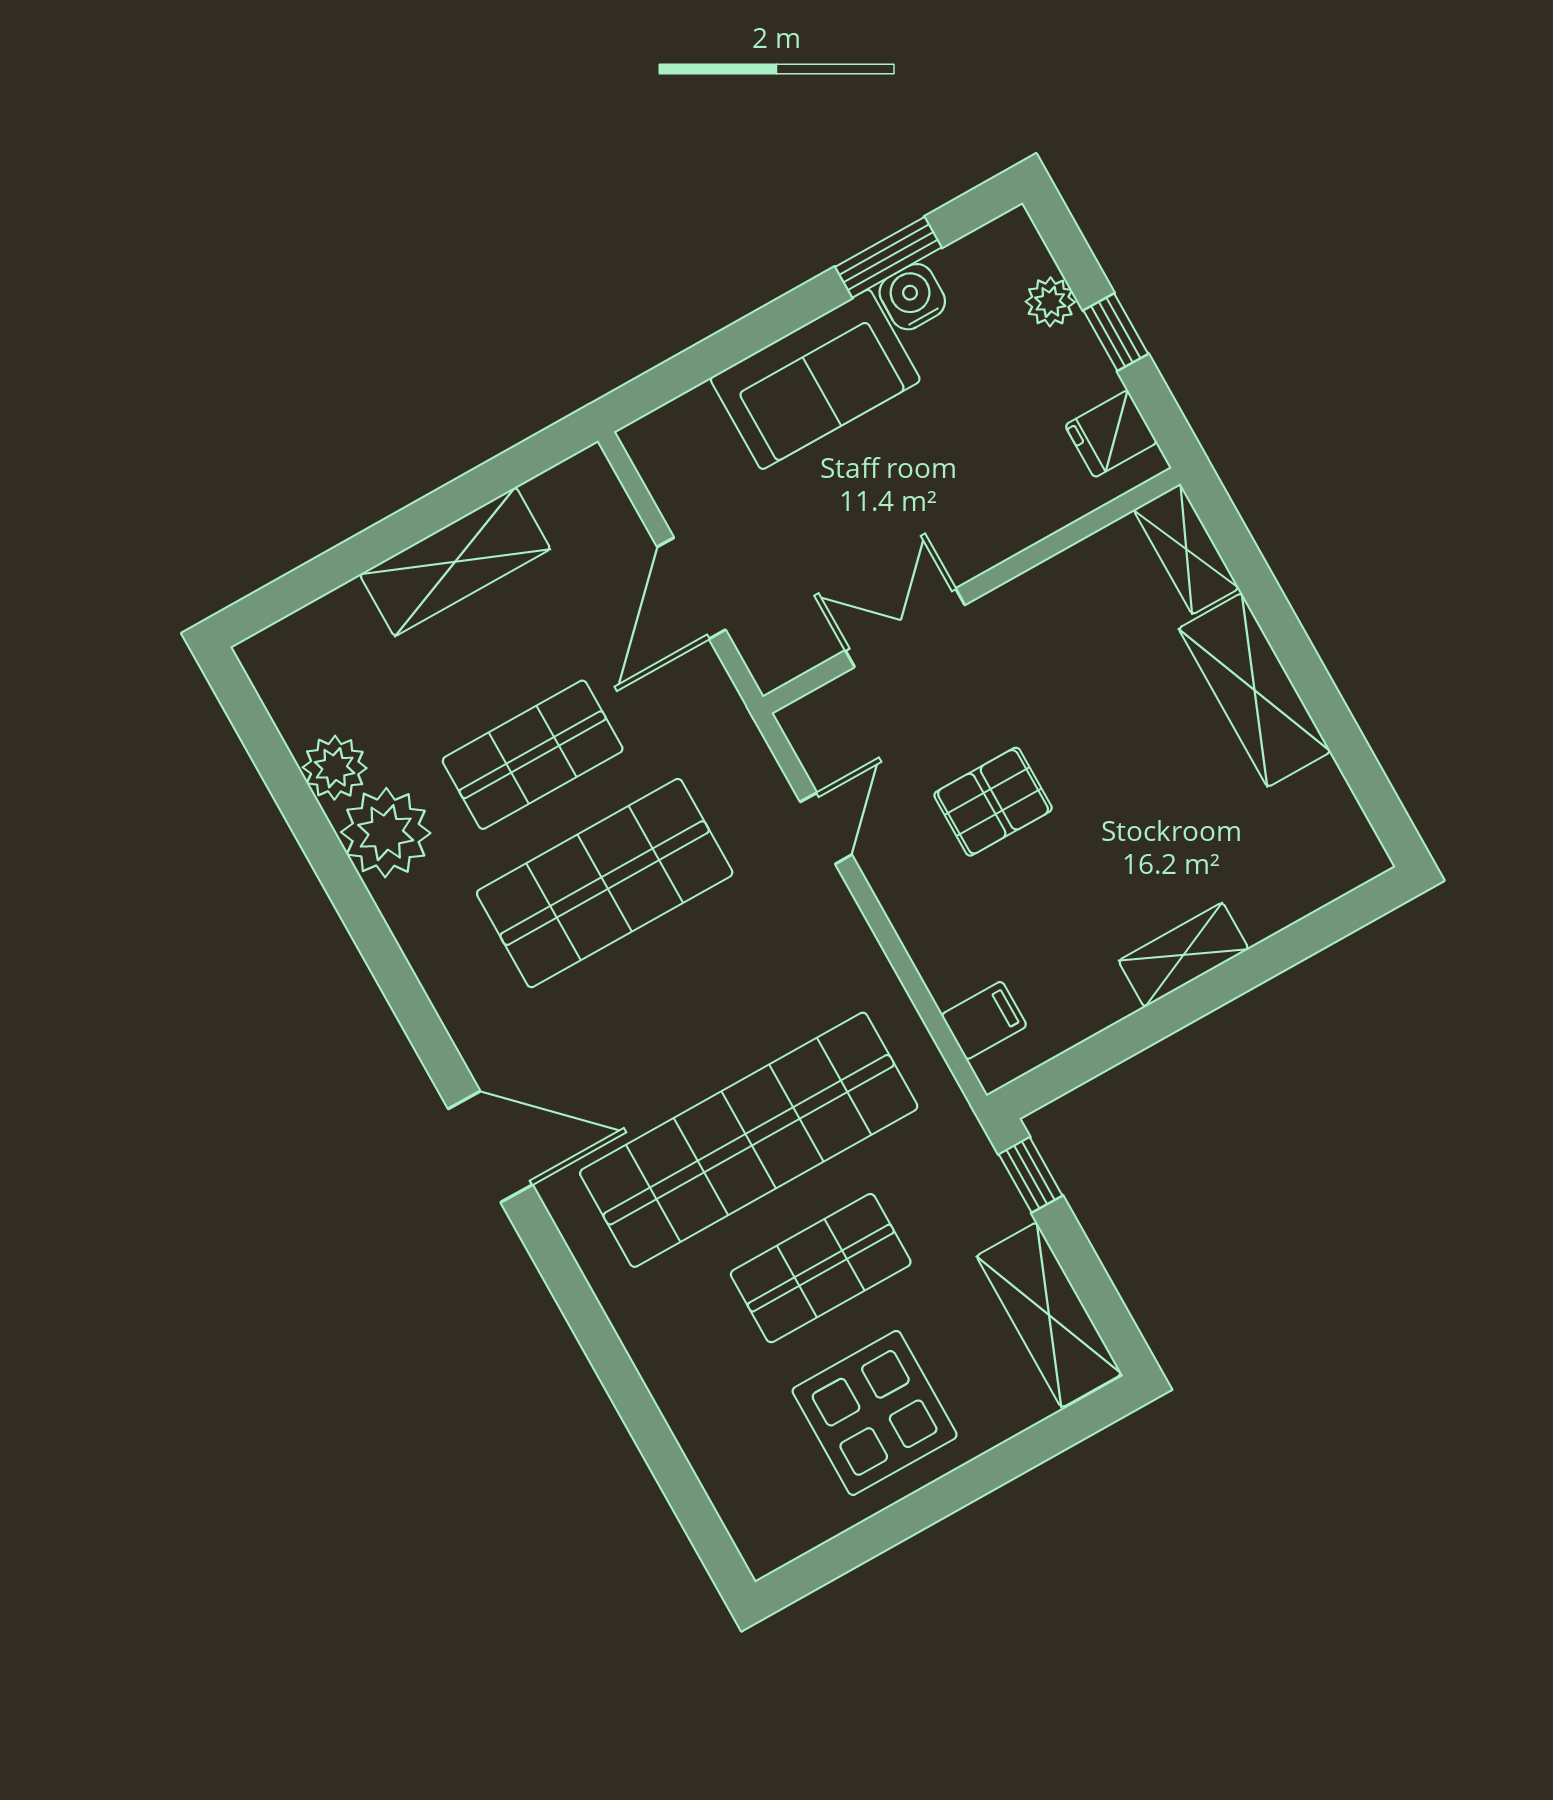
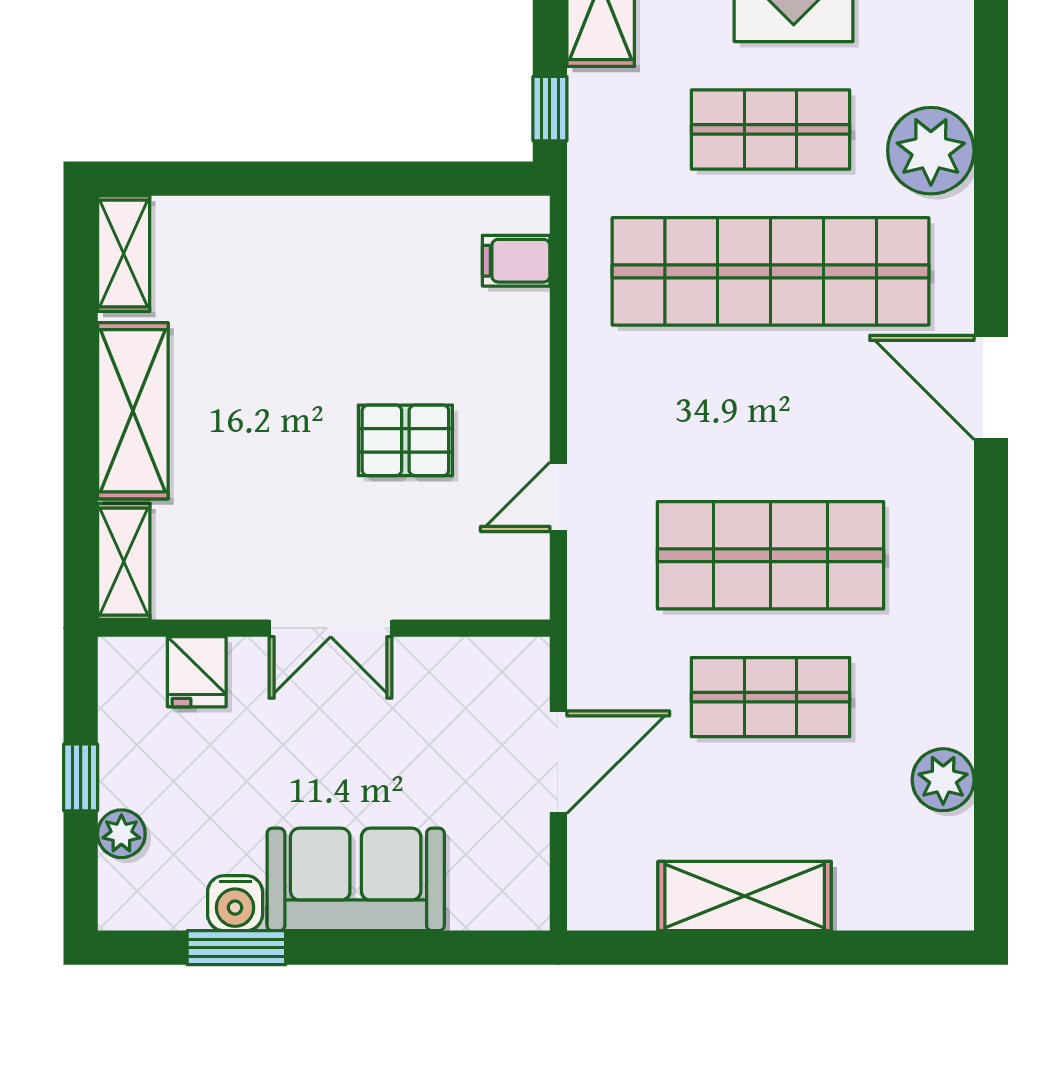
fridge: (1111, 434) -> (197, 672), moved, turned 90
double door: (905, 628) -> (331, 628), moved
plant: (386, 833) -> (931, 151), moved
shelving: (1184, 955) -> (124, 254), moved, turned 90

